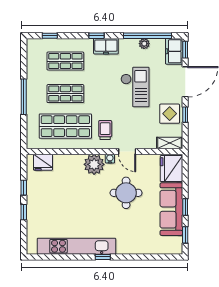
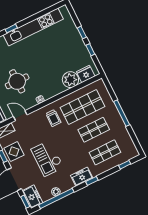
door: (127, 152) -> (20, 116), moved
plant: (94, 164) -> (70, 80), moved

